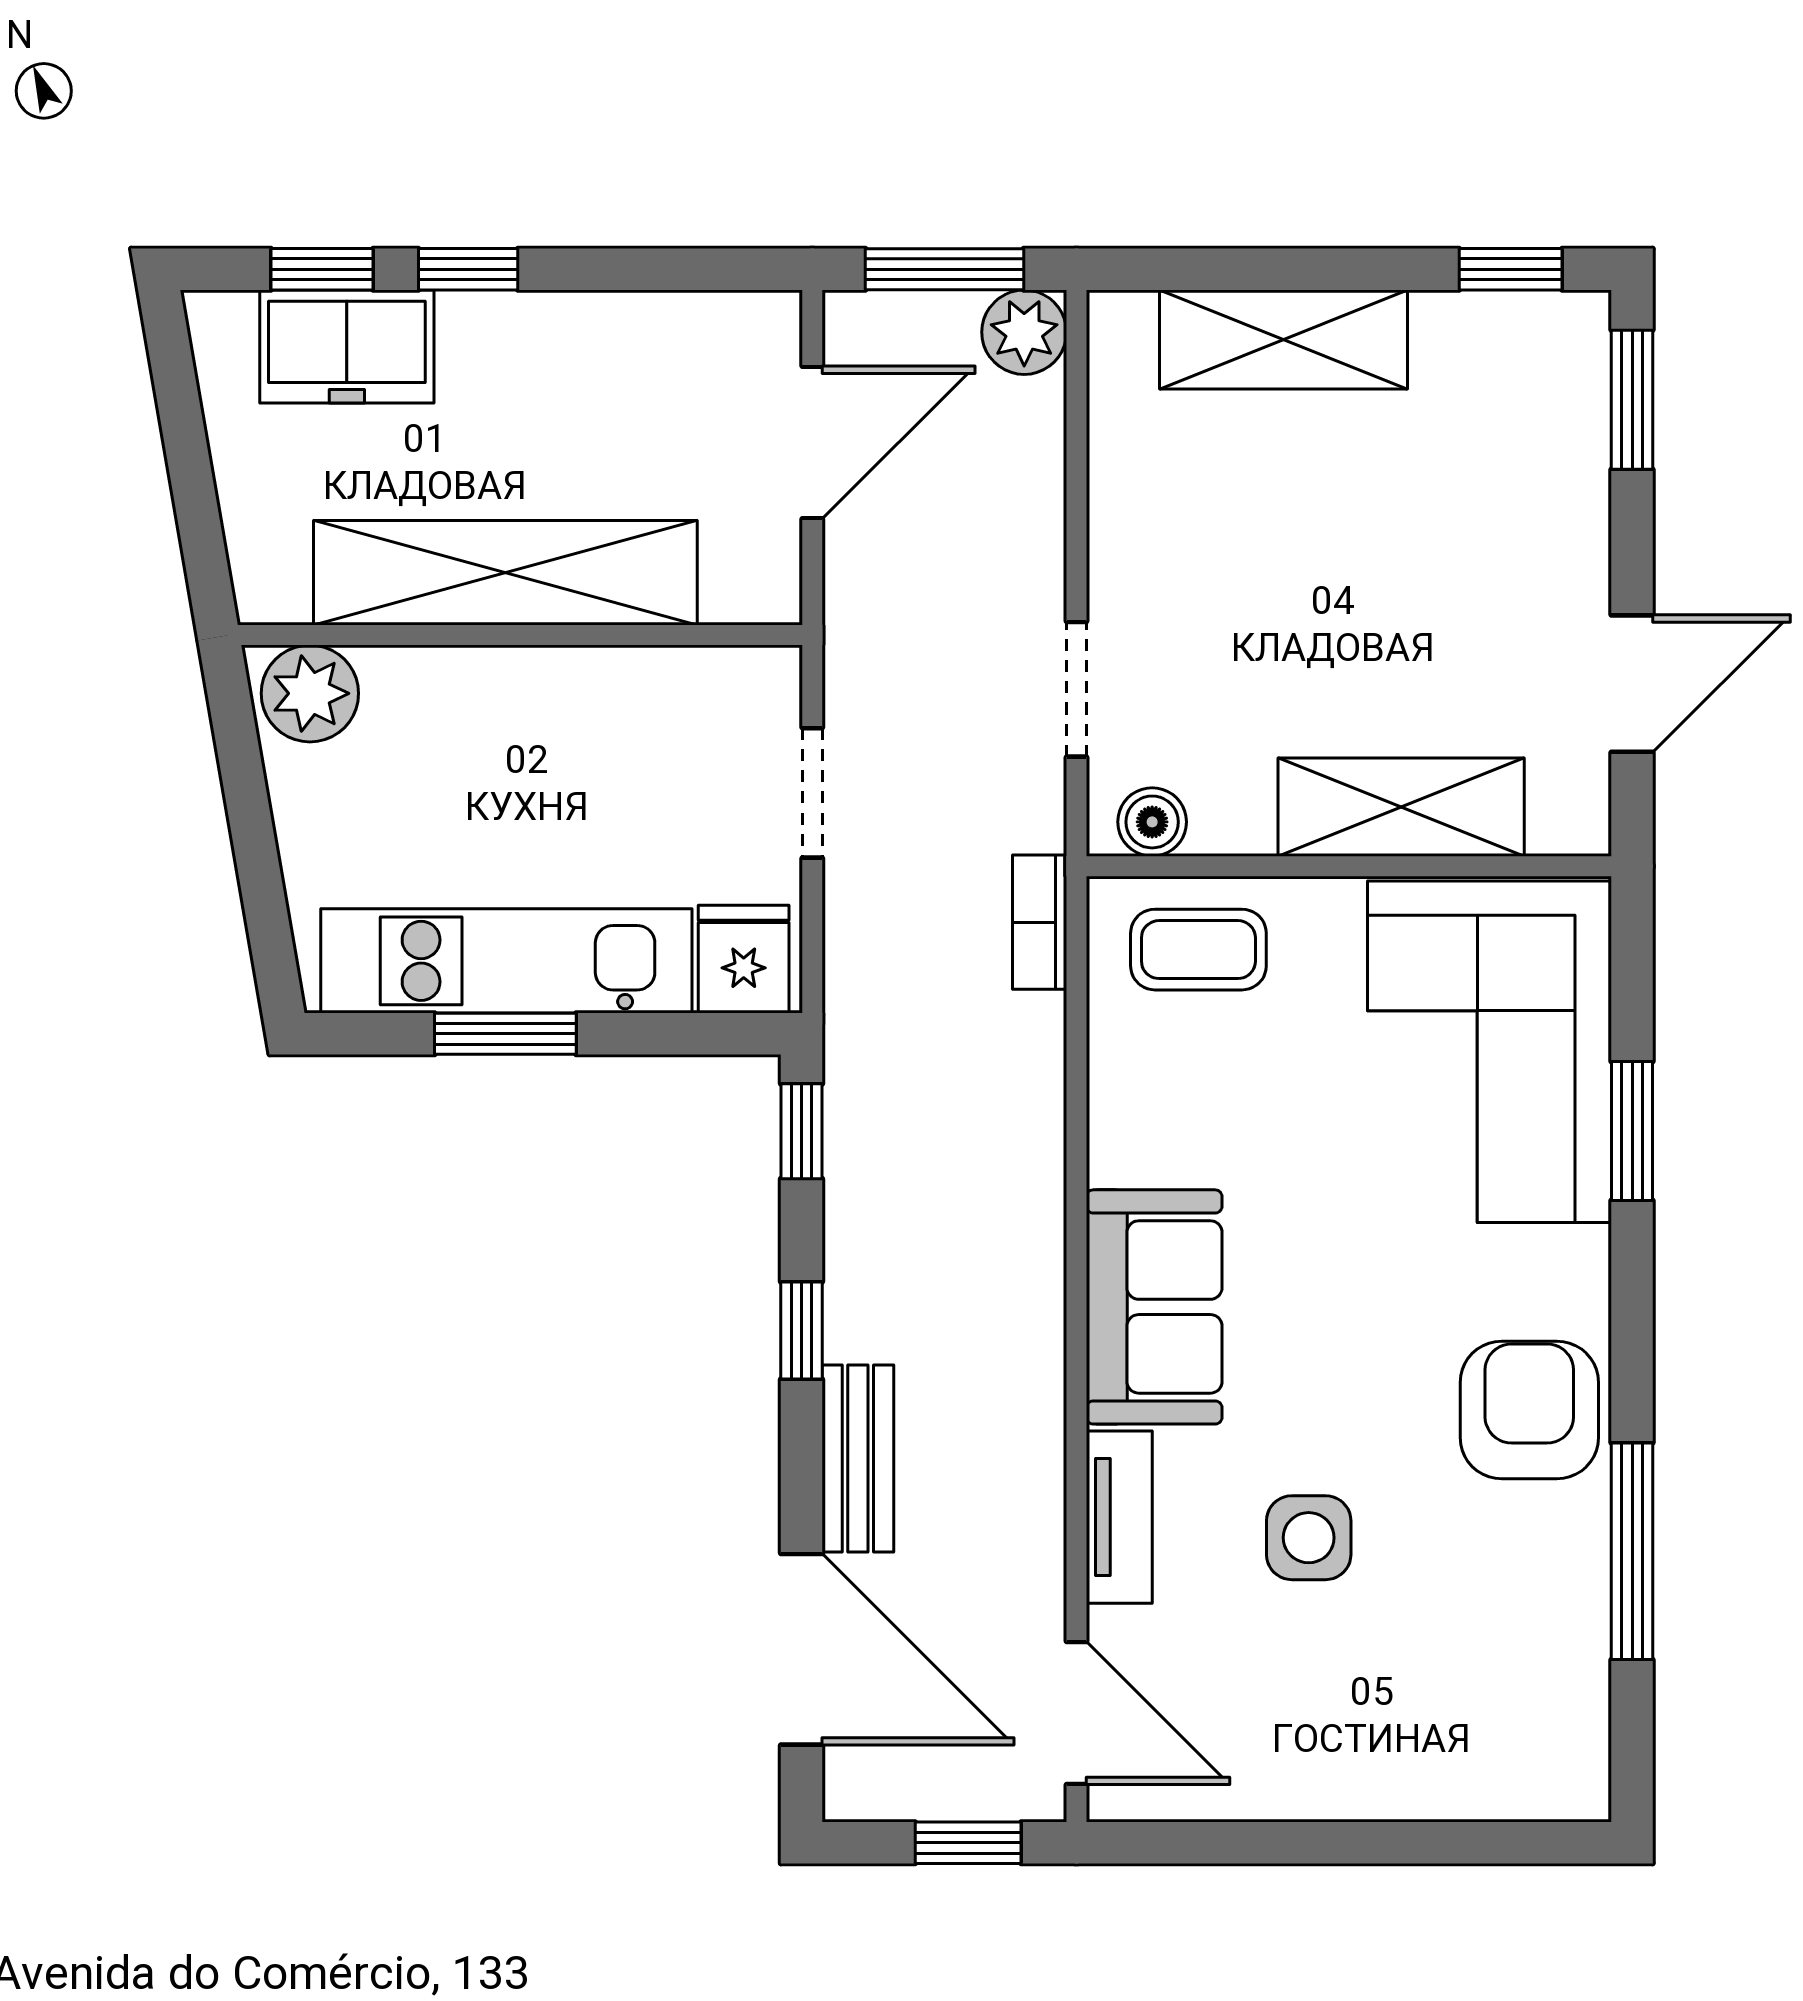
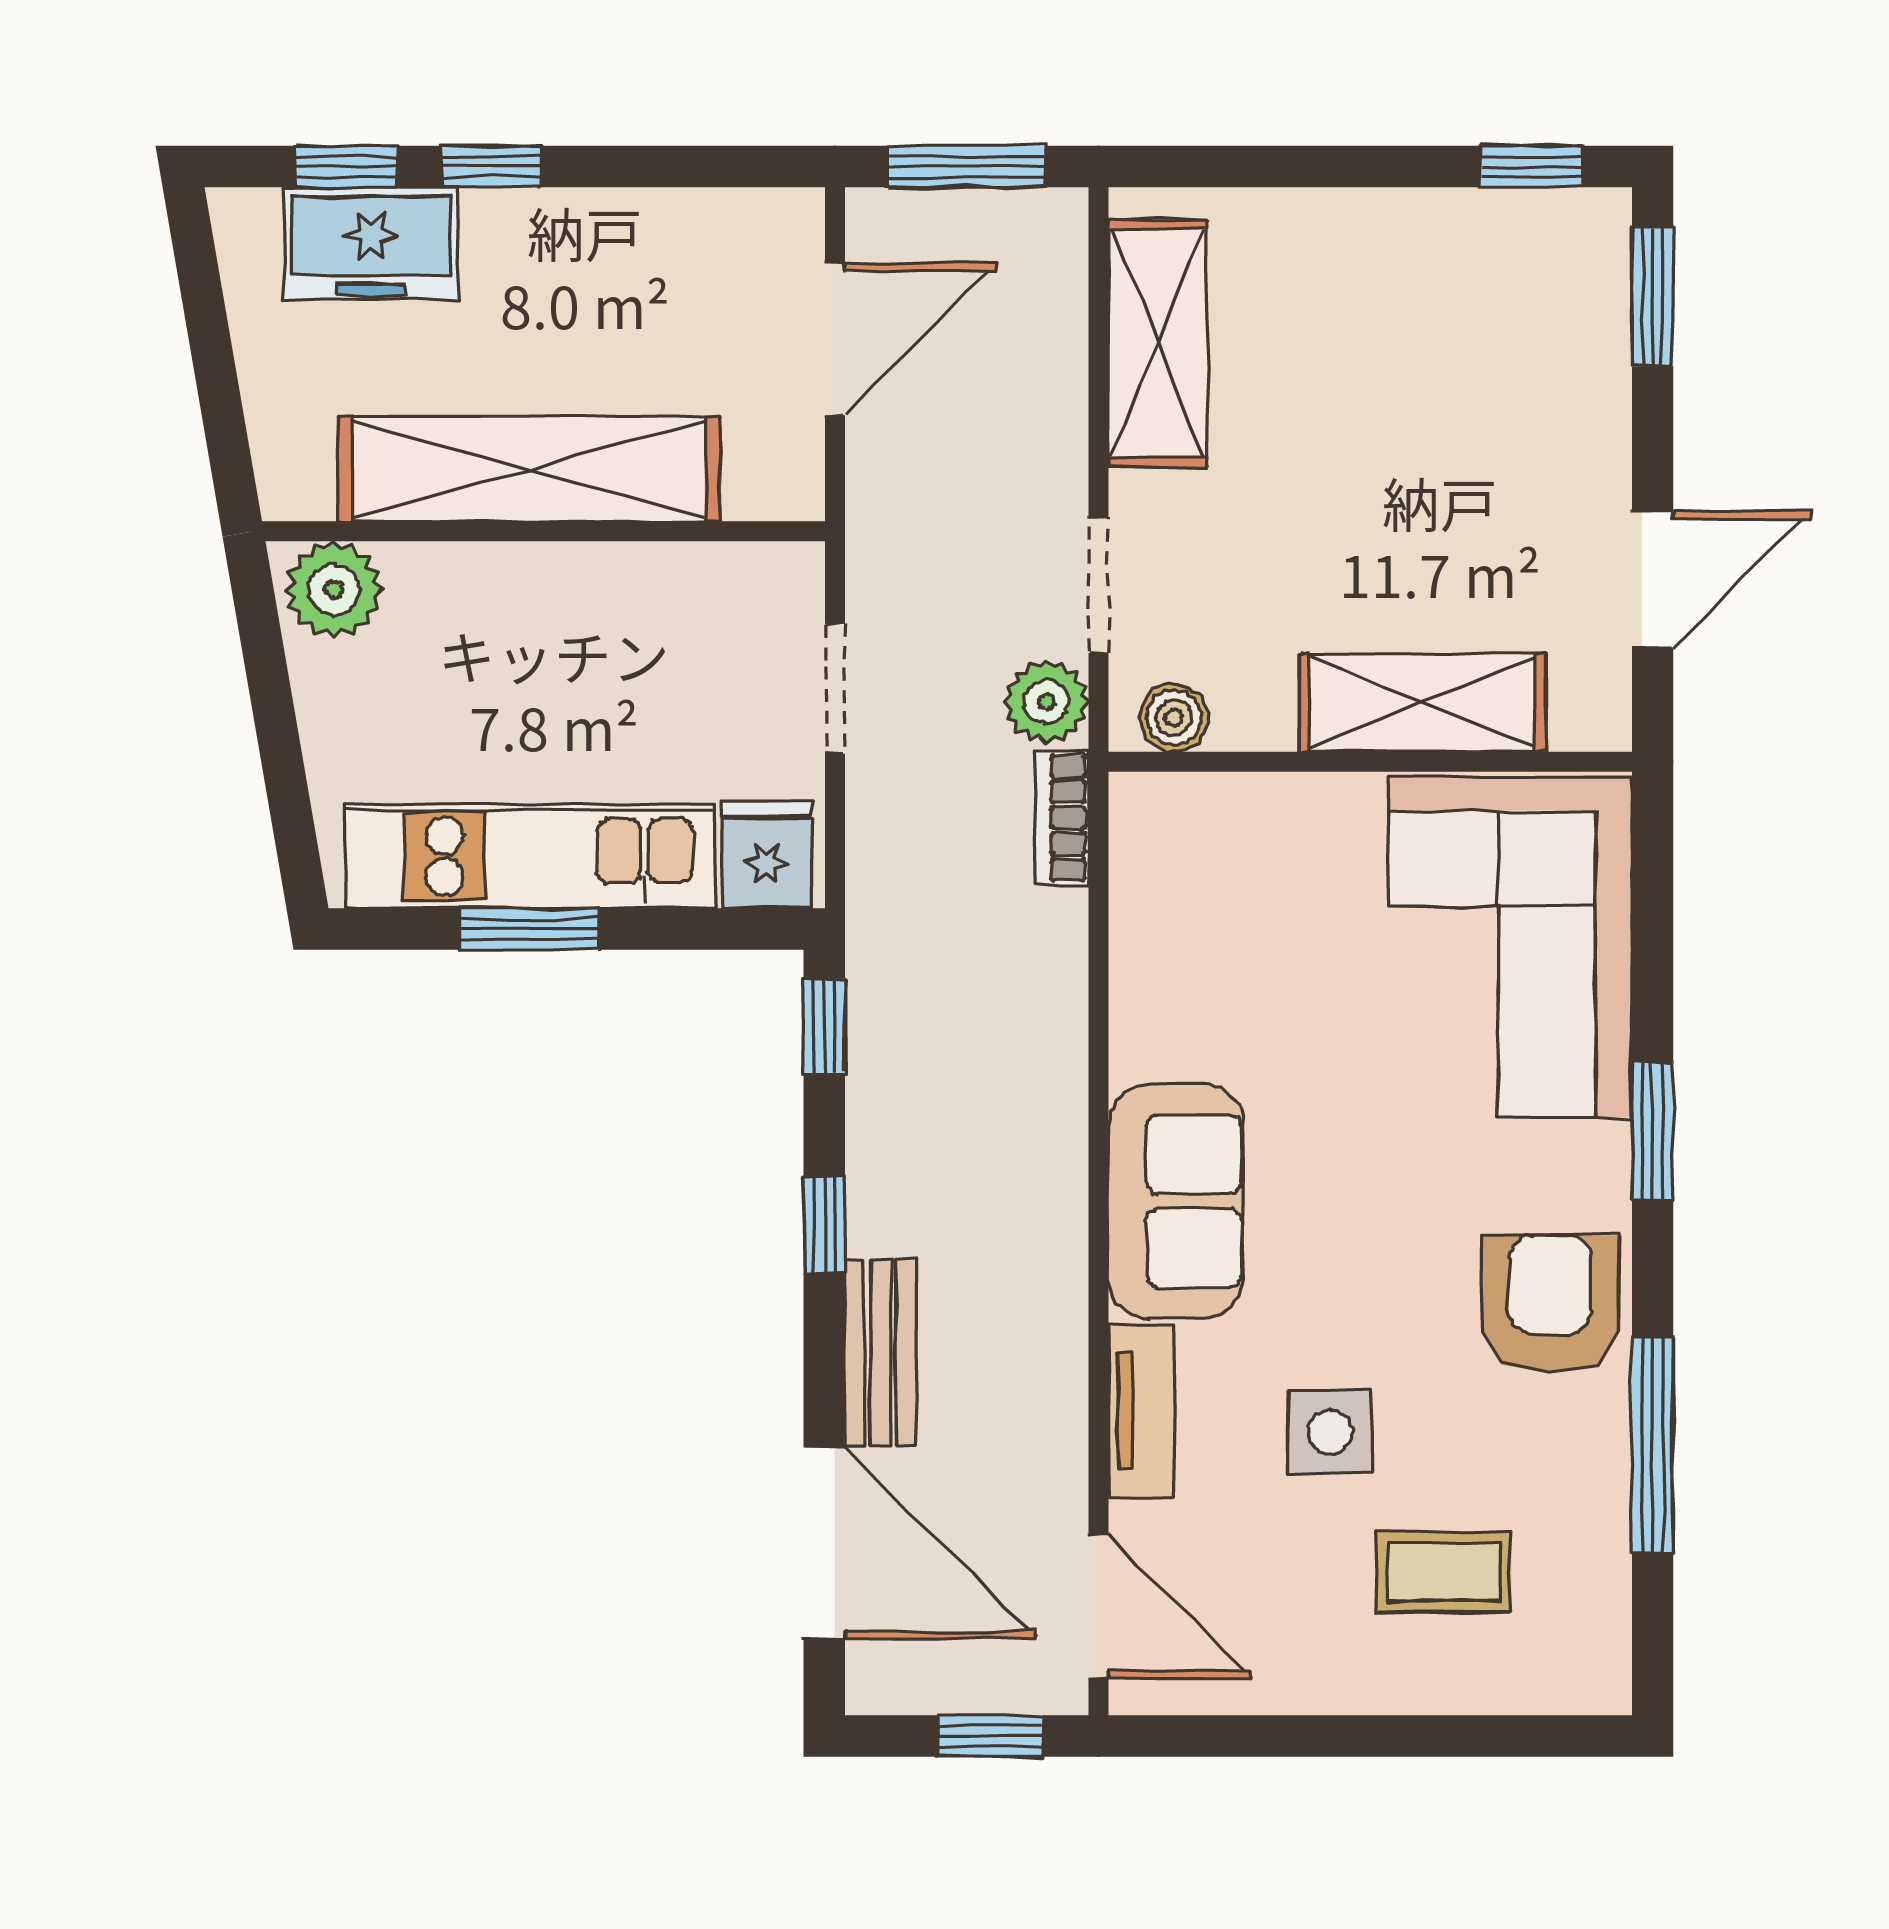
plant: (1024, 332) -> (1046, 702), moved
shelving: (1284, 339) -> (1158, 343), moved, turned 90
coffee table: (1198, 950) -> (1444, 1572), moved
window: (1632, 1131) -> (1653, 1131), moved

